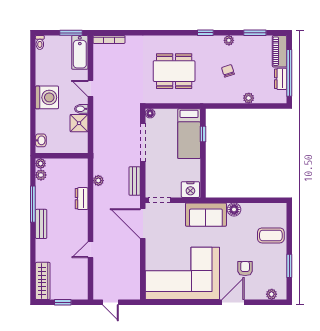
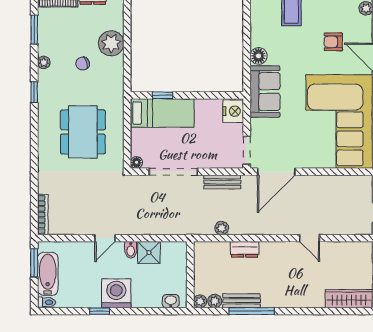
bathtub: (80, 52) -> (48, 274), moved, turned -90
window: (33, 84) -> (100, 311), added
plant: (249, 98) -> (111, 43), width x1.88, depth x1.88
bench: (41, 224) -> (242, 301), moved

